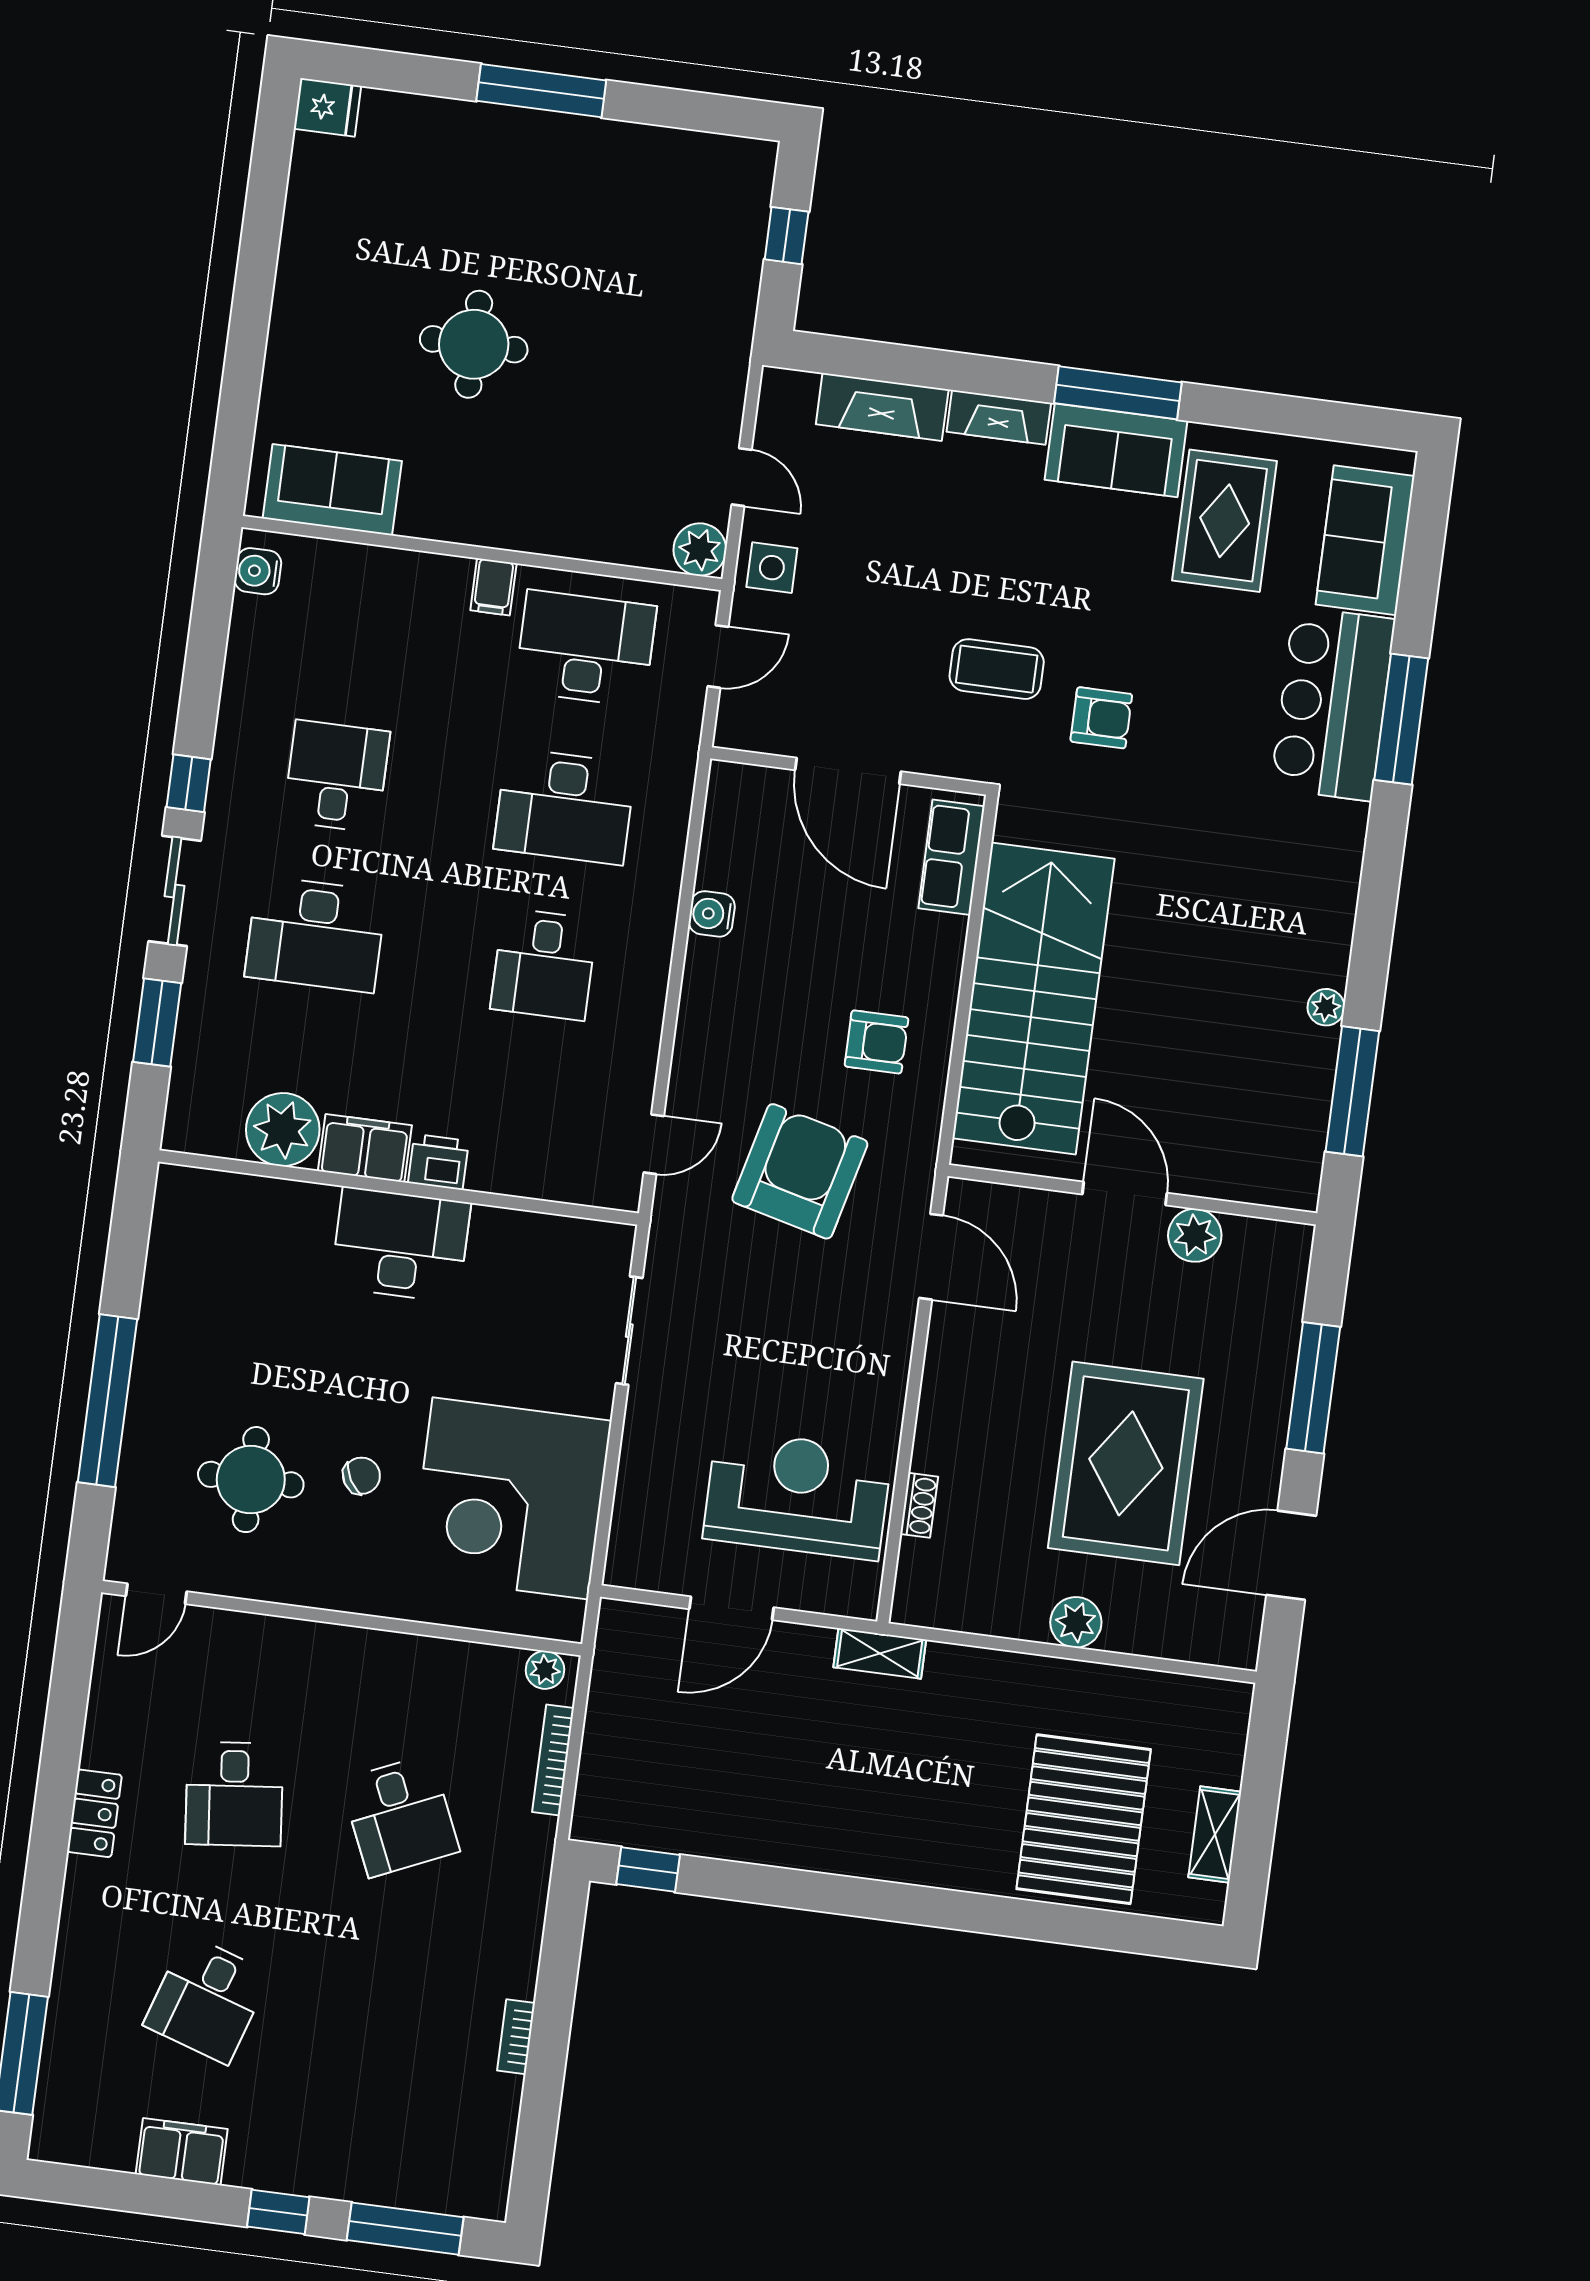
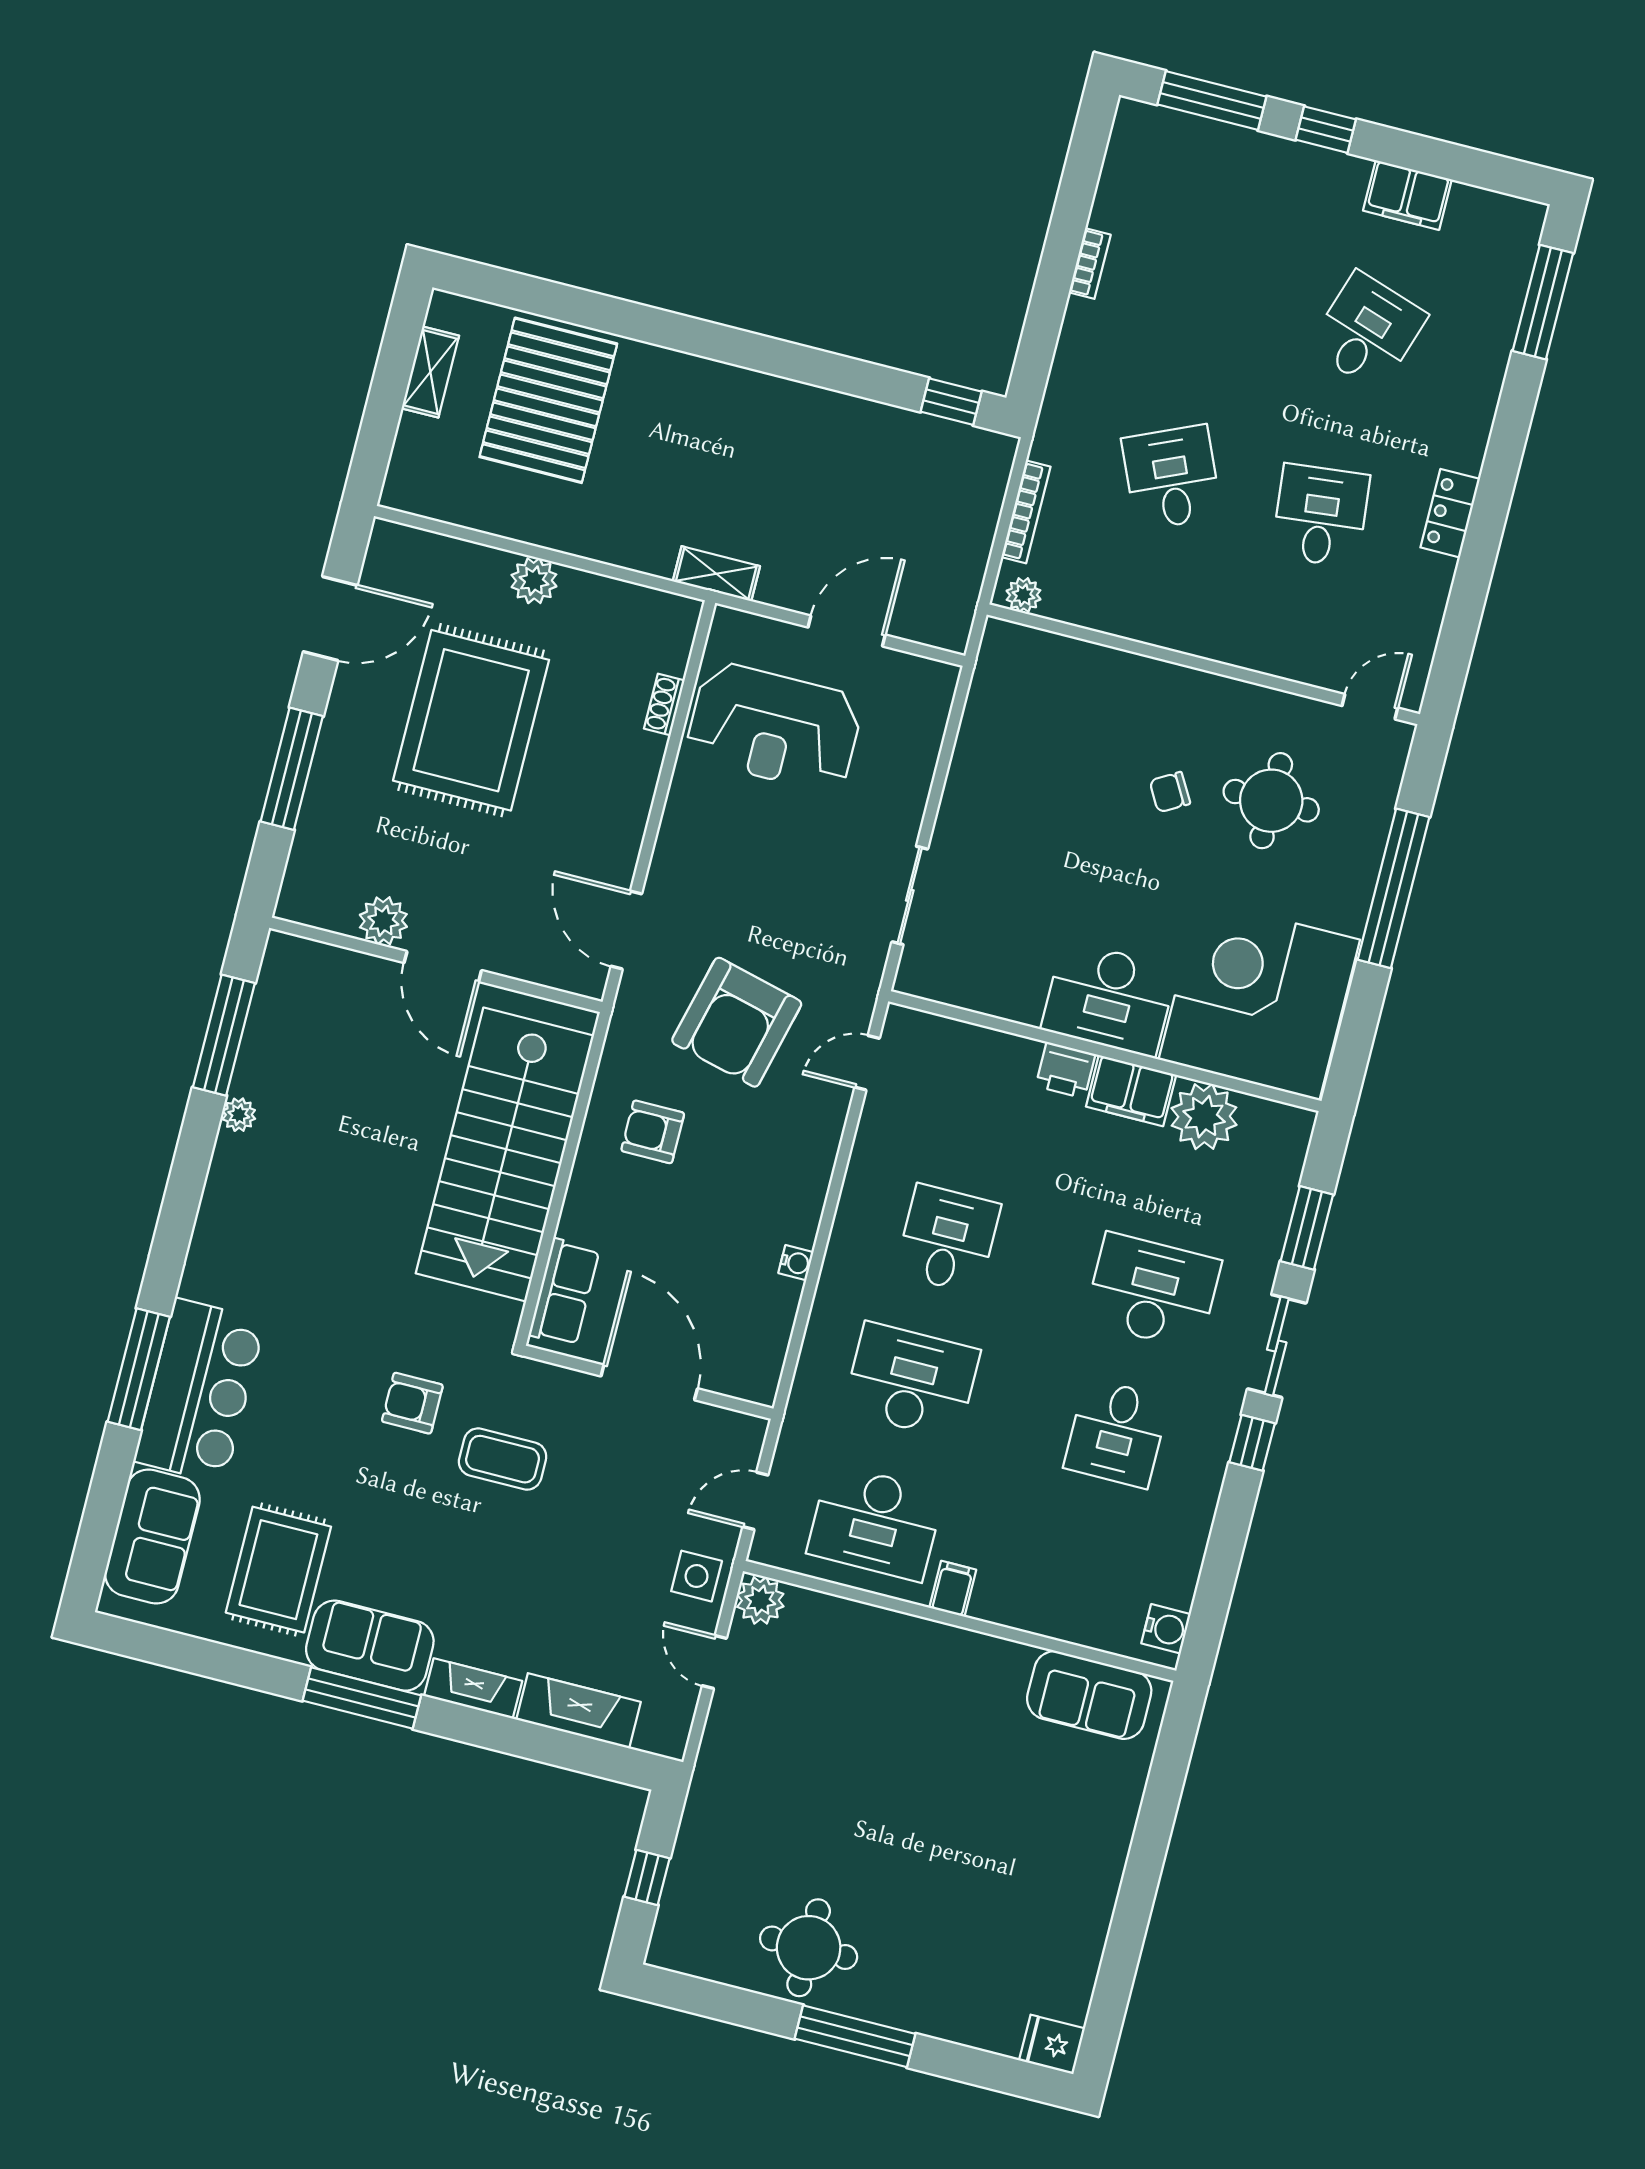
round table: (474, 344) -> (809, 1948), moved
water cooler: (712, 914) -> (796, 1263), width x0.72, depth x0.72
corner desk: (510, 1498) -> (1259, 1000), moved, turned -90

